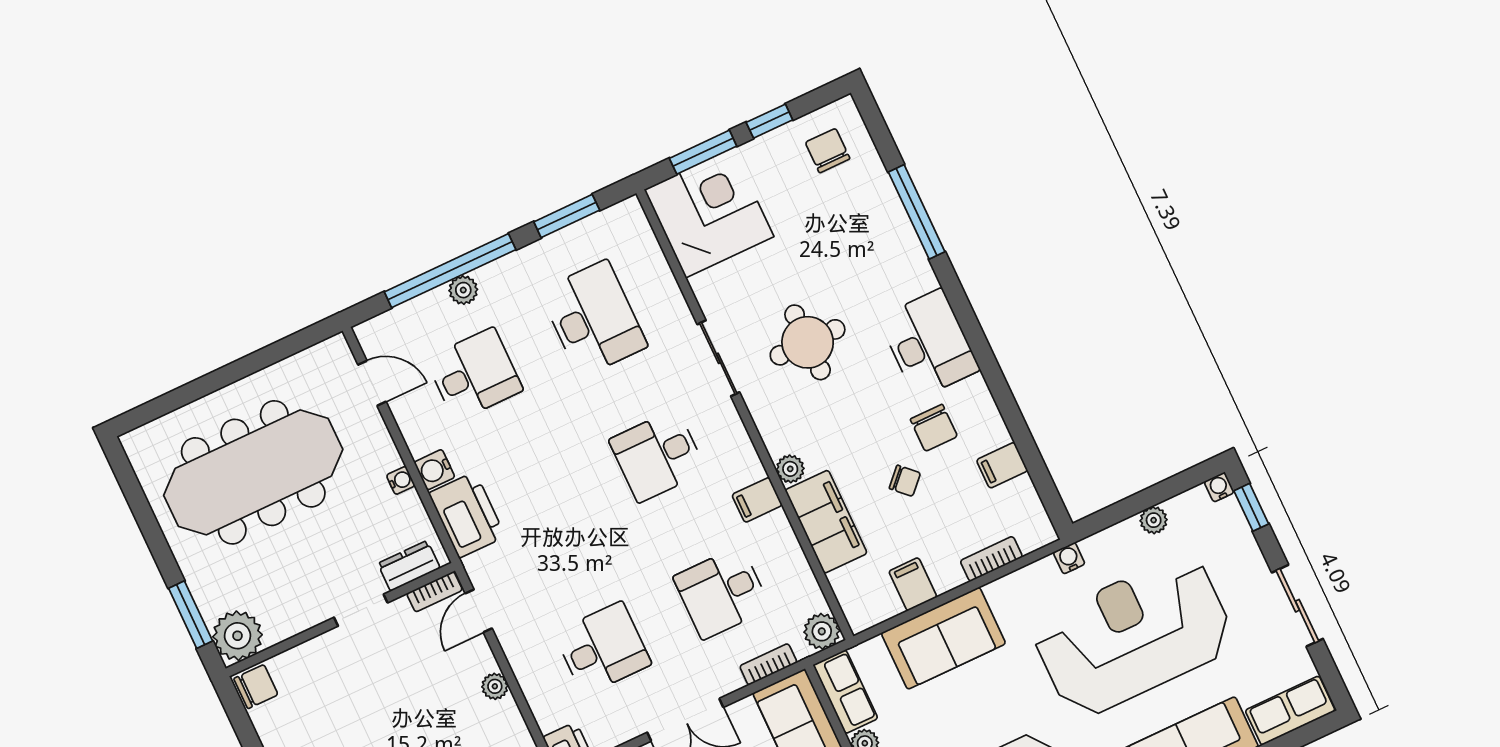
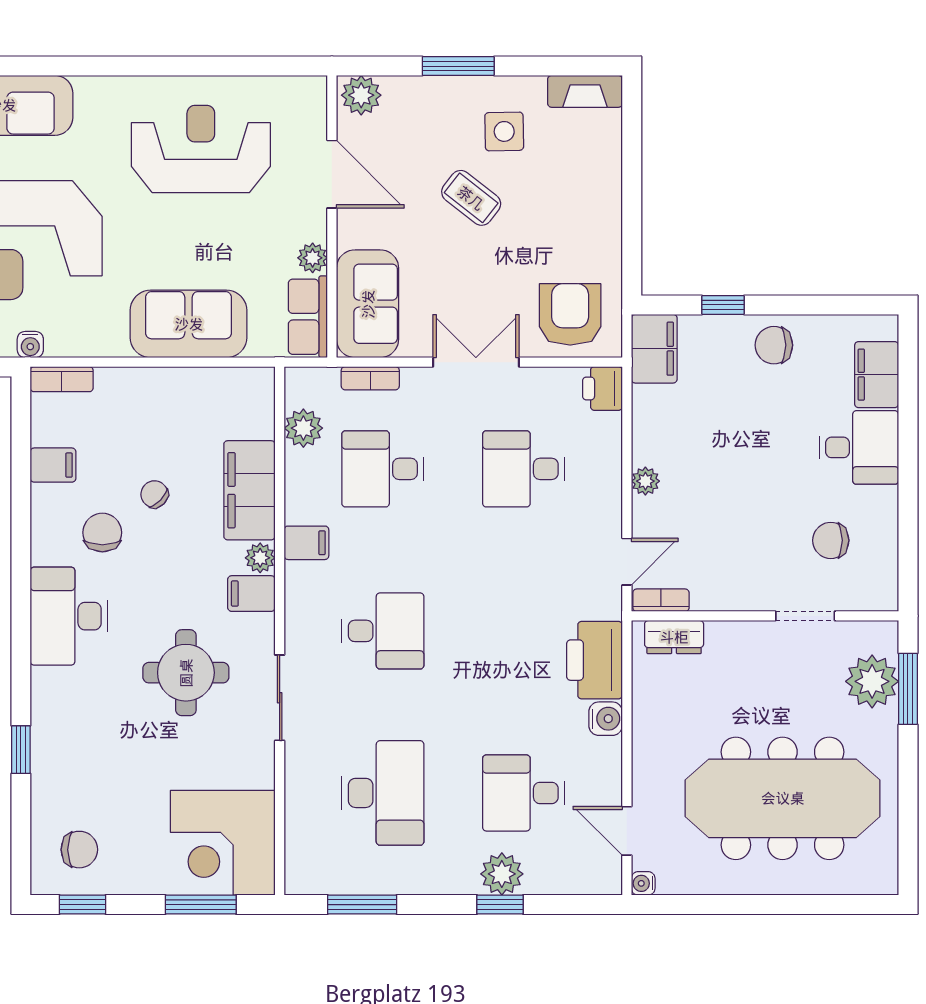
window: (769, 121) -> (83, 905), moved
chair: (828, 151) -> (79, 850), turned -90
window: (917, 212) -> (21, 750), width x0.46
window: (450, 271) -> (500, 905), width x0.32
plant: (463, 290) -> (502, 874), width x1.38, depth x1.38
desk: (593, 319) -> (383, 793), turned 180
water cooler: (401, 480) -> (643, 883), moved
bookcase: (991, 559) -> (62, 379), moved
filing cabinet: (913, 584) -> (251, 594), moved, turned 90
desk: (722, 593) -> (383, 469), turned 180
doorway: (361, 610) -> (805, 616), moved
plant: (822, 631) -> (303, 428), moved
plant: (238, 636) -> (872, 681), moved
chair: (256, 687) -> (831, 540), moved

